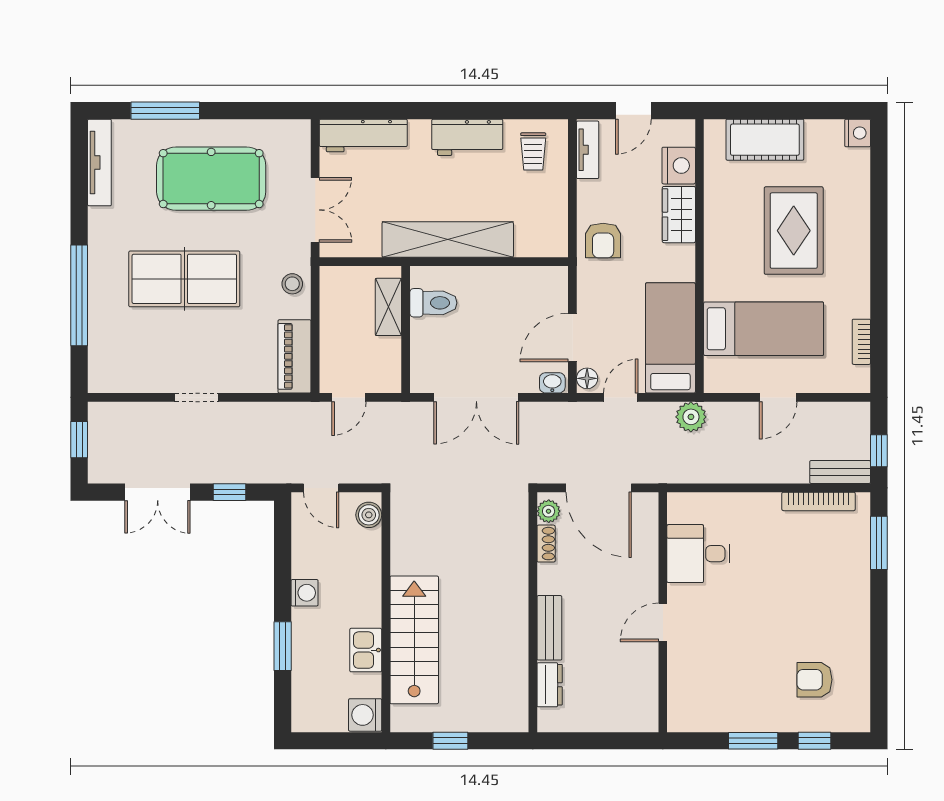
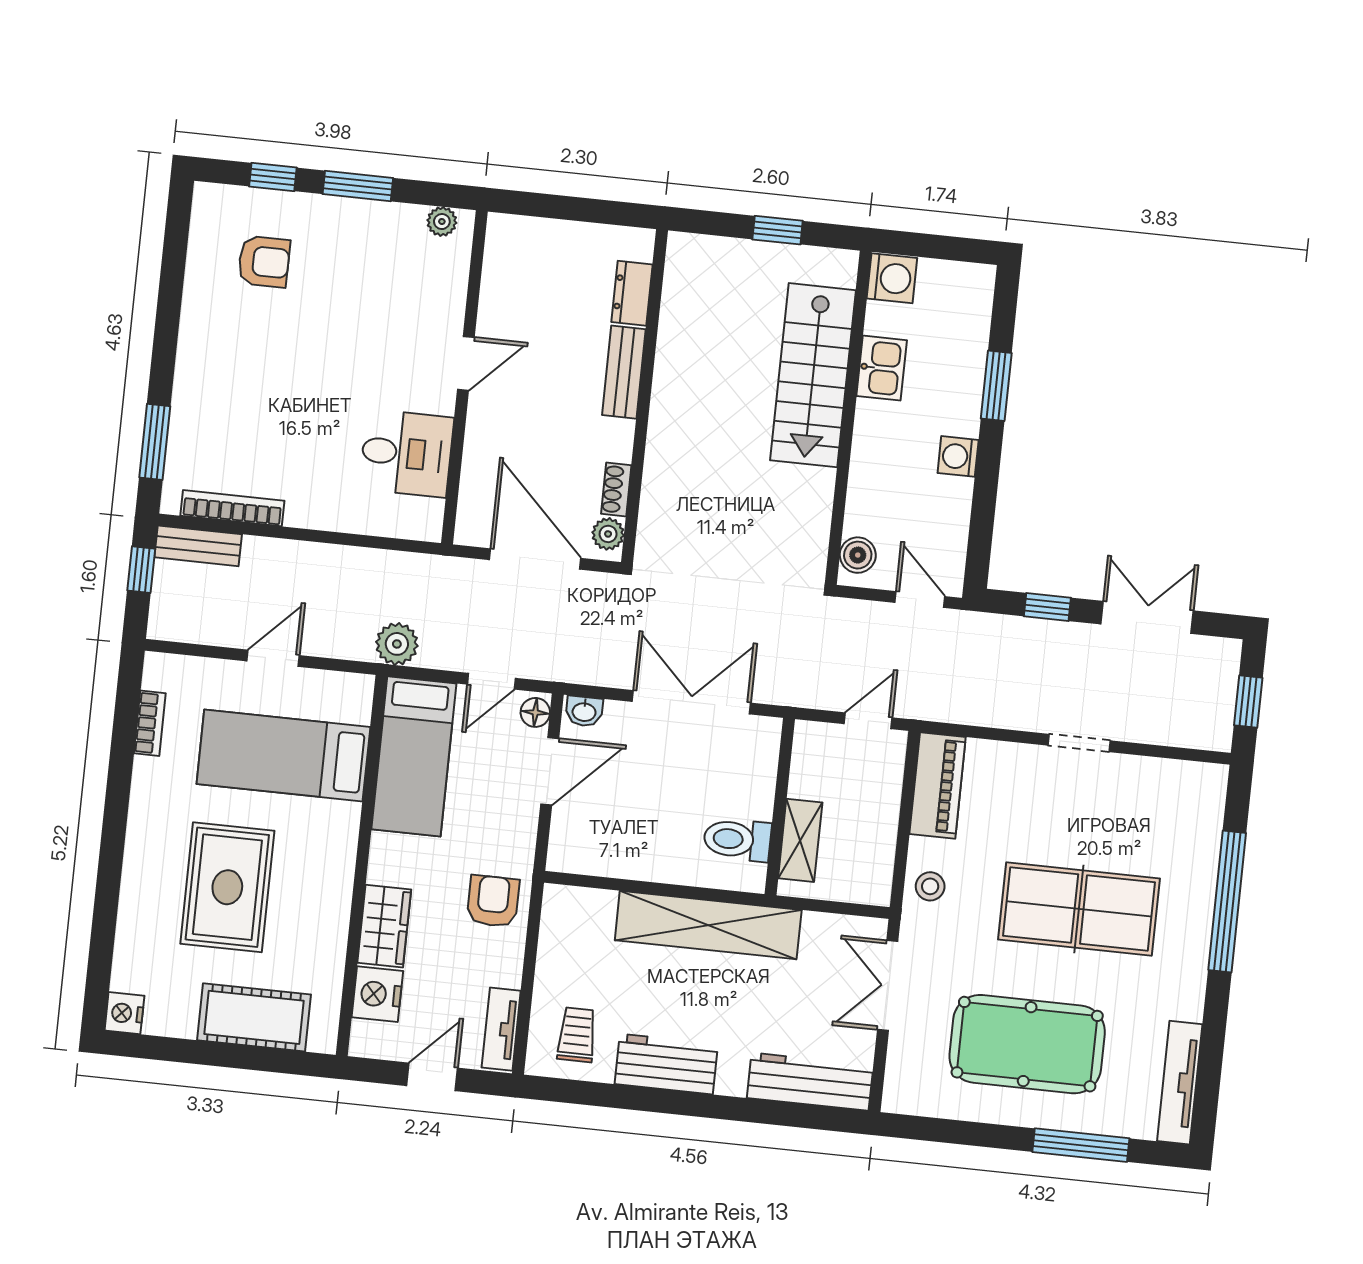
plant: (691, 722) -> (442, 222), added

